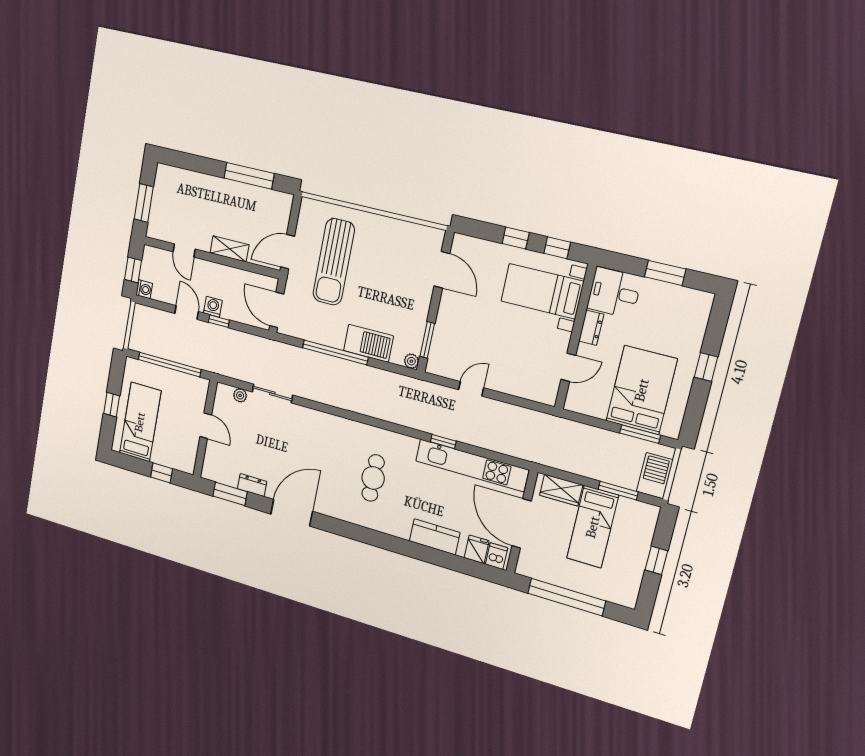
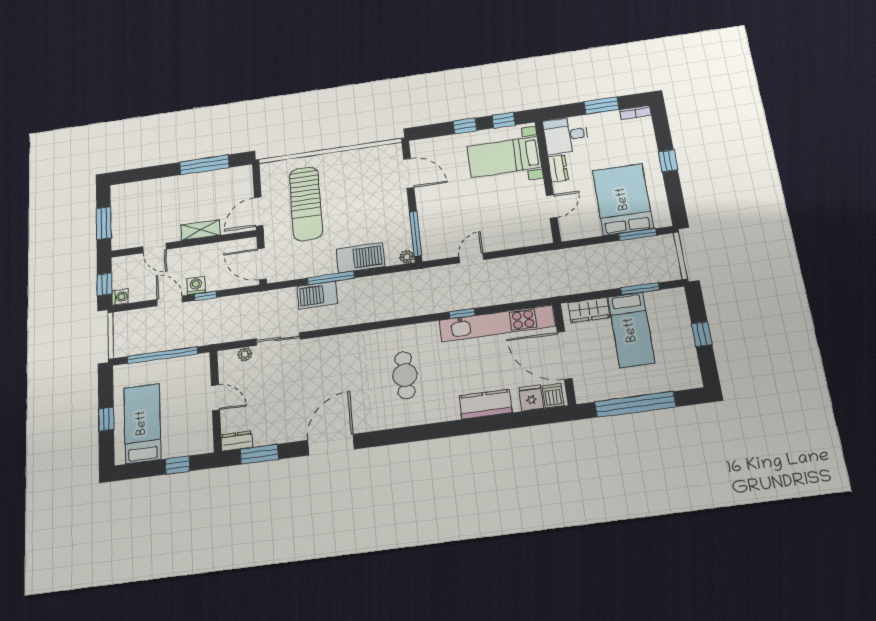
bookcase: (697, 296) -> (635, 112), added
window: (427, 340) -> (415, 234), width x1.44
window: (335, 352) -> (331, 278), width x0.68
barbecue: (655, 476) -> (317, 295), moved, turned -90
dresser: (252, 485) -> (237, 441), moved

